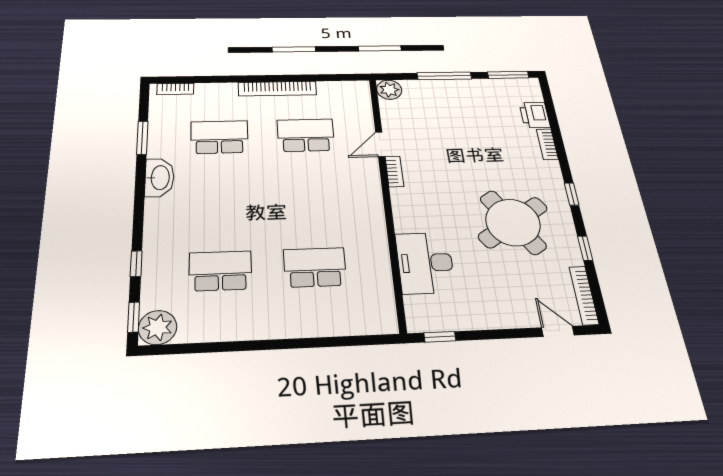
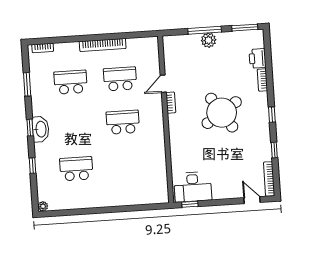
plant: (389, 90) -> (209, 40), moved
washbasin: (159, 178) -> (41, 129), moved
round table: (513, 222) -> (222, 113), moved
desk: (425, 263) -> (193, 187), moved, turned -90
school desk: (315, 267) -> (123, 122), moved
window: (134, 317) -> (30, 128), moved
plant: (158, 328) -> (43, 206), width x0.53, depth x0.53

